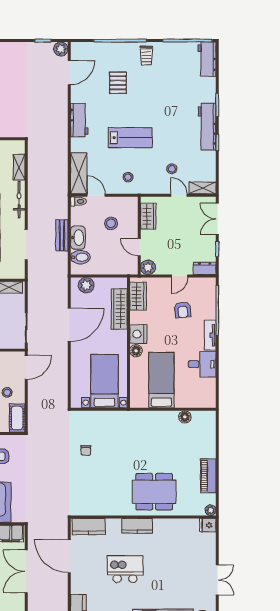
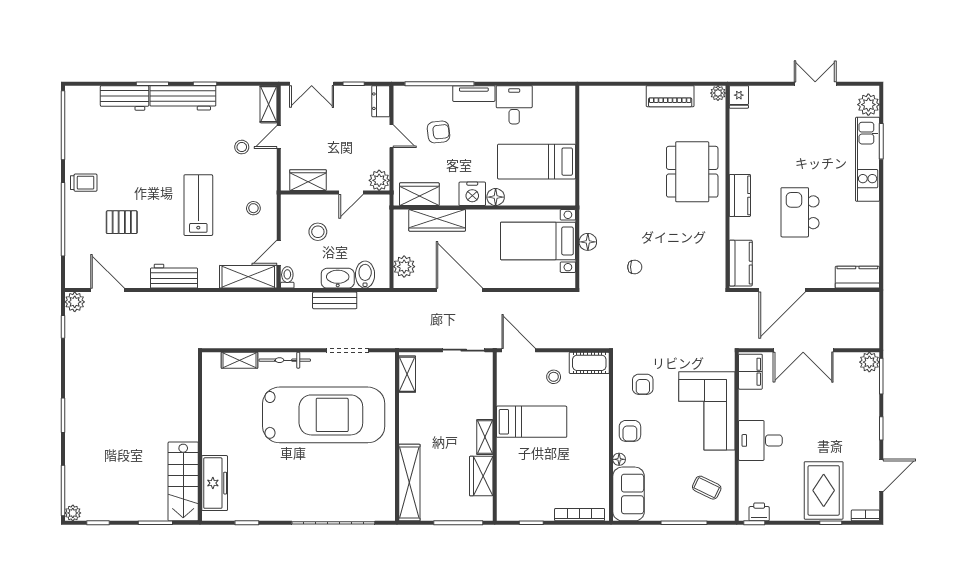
workbench: (207, 59) -> (125, 98), moved
floor lamp: (185, 417) -> (588, 242), moved

